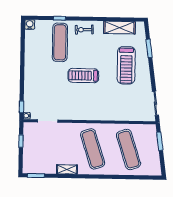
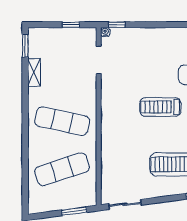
treadmill: (83, 76) -> (160, 107), turned -90
exercise mat: (93, 149) -> (62, 121), turned 30
shelving: (67, 169) -> (34, 72), moved

